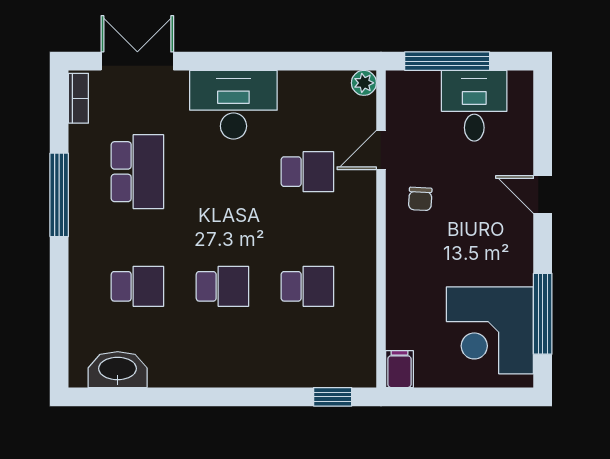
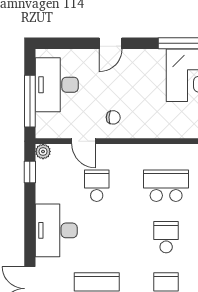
window: (330, 61) -> (30, 172), added
desk: (474, 106) -> (57, 85), width x1.37
school desk: (307, 286) -> (166, 186), width x1.85

